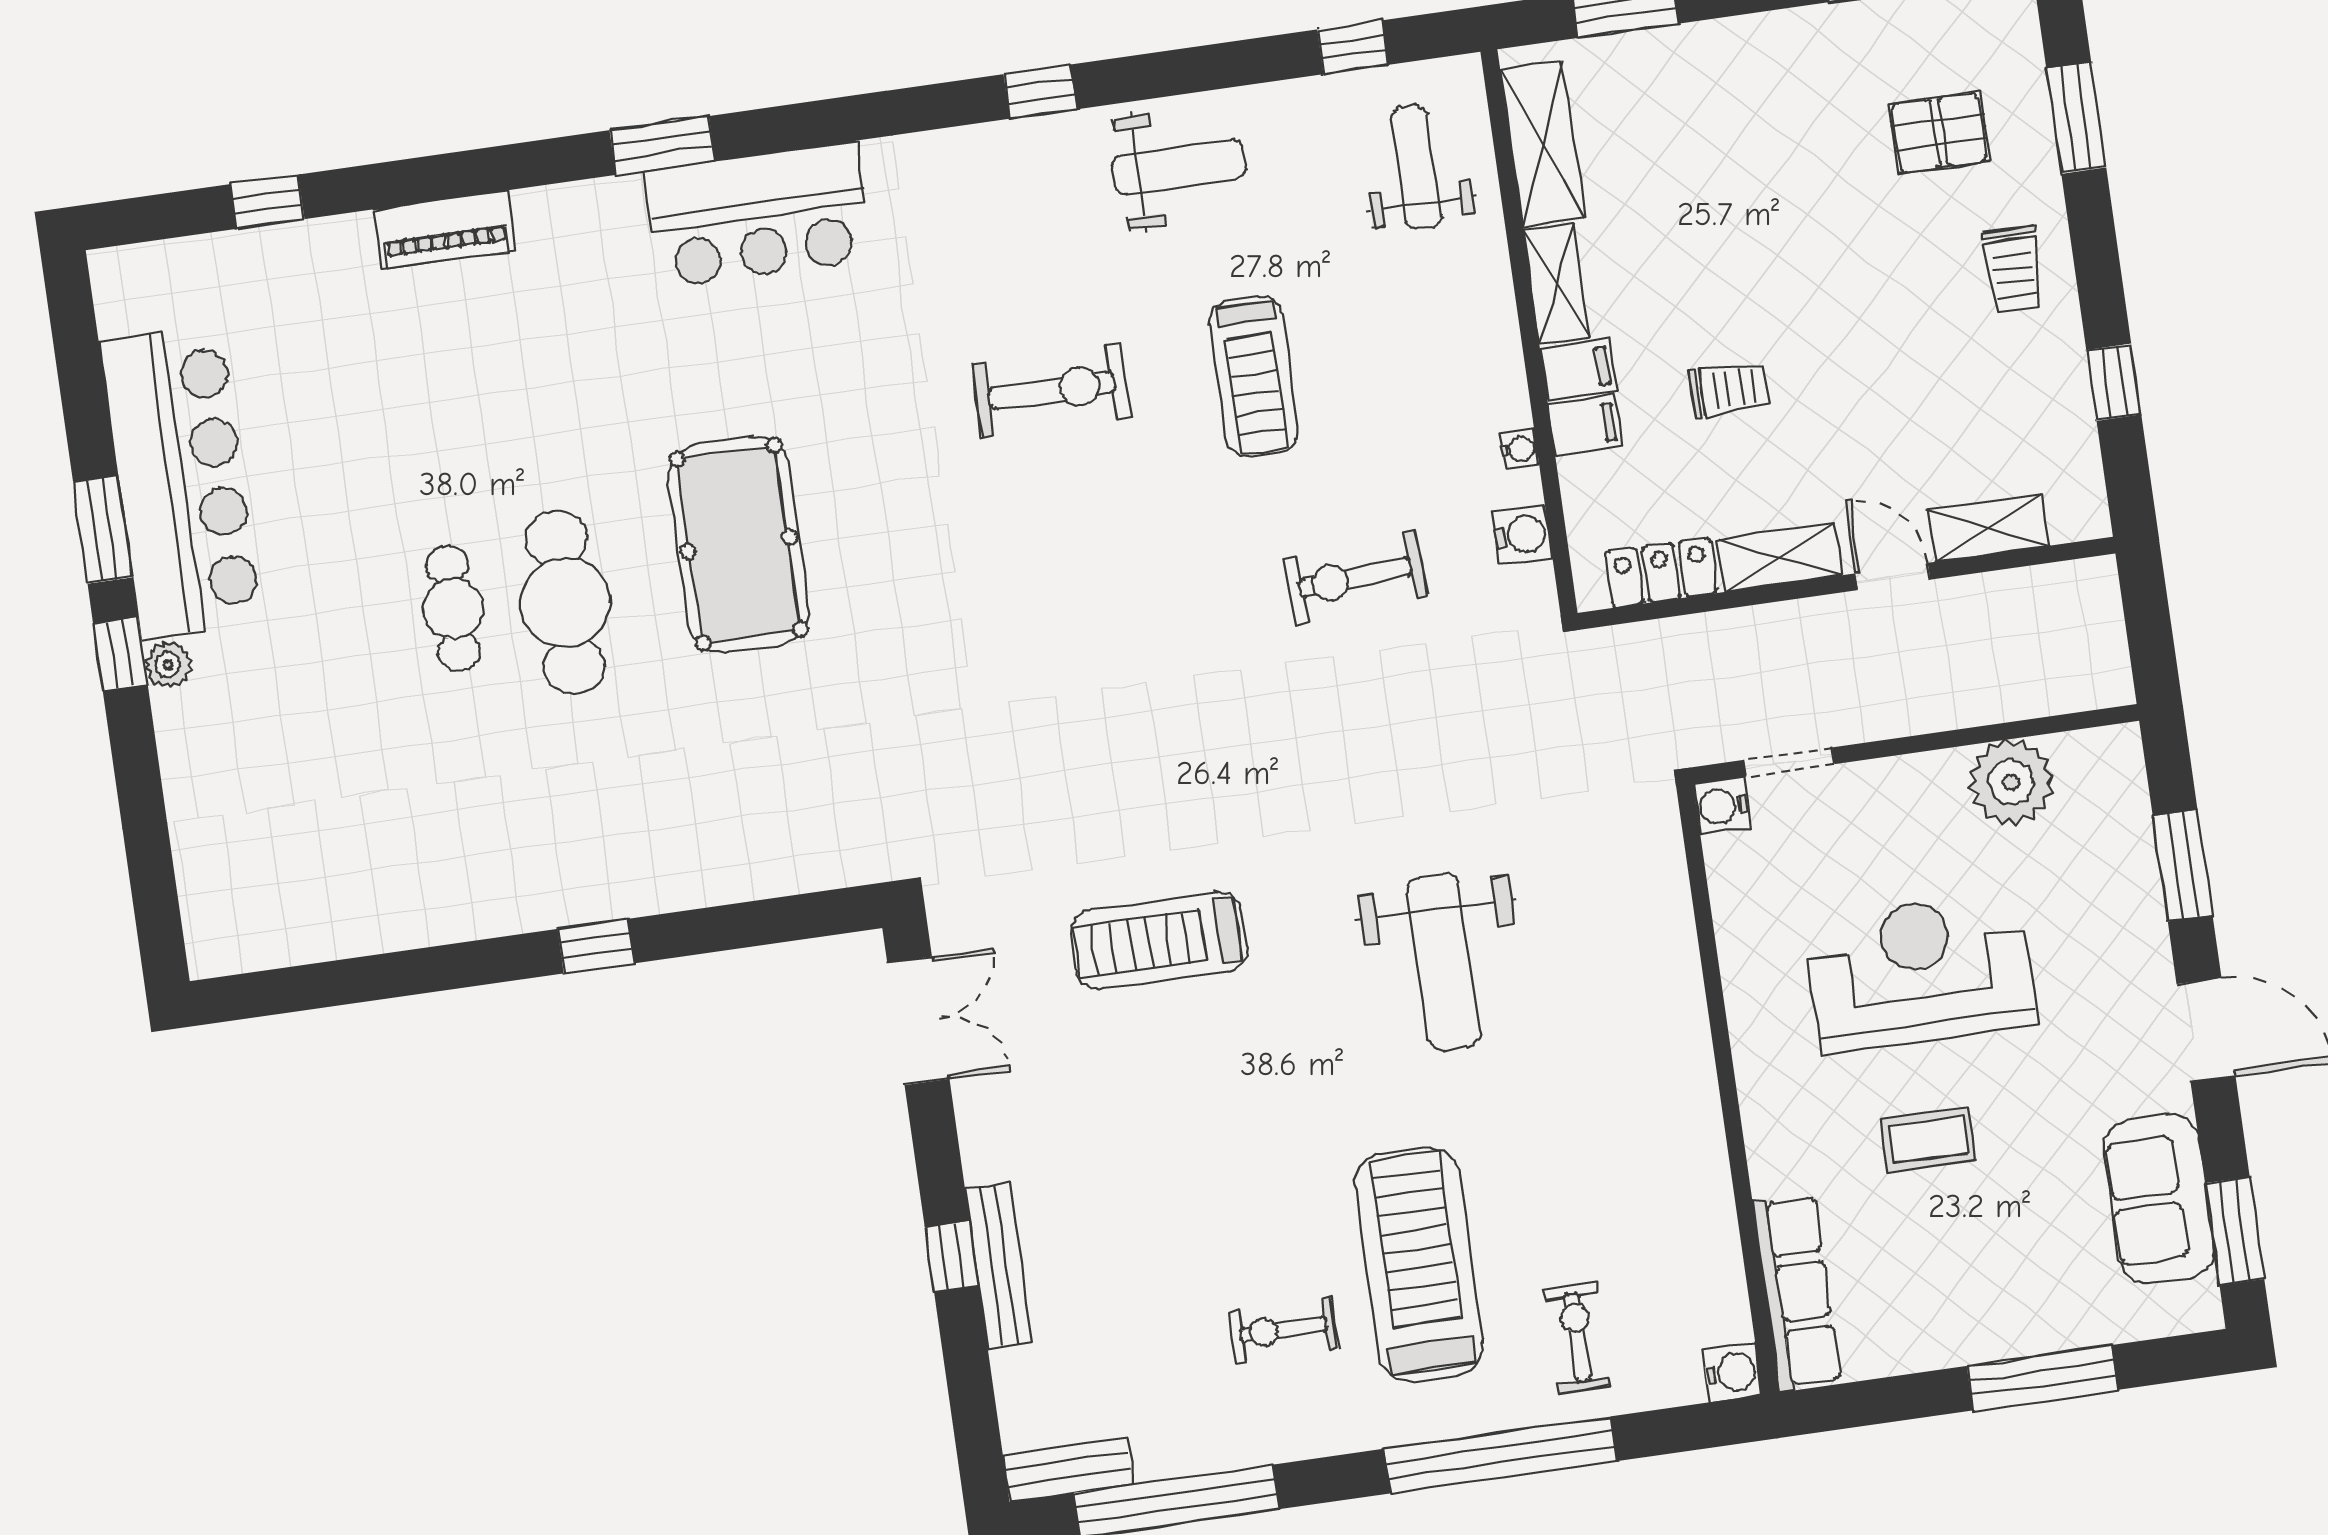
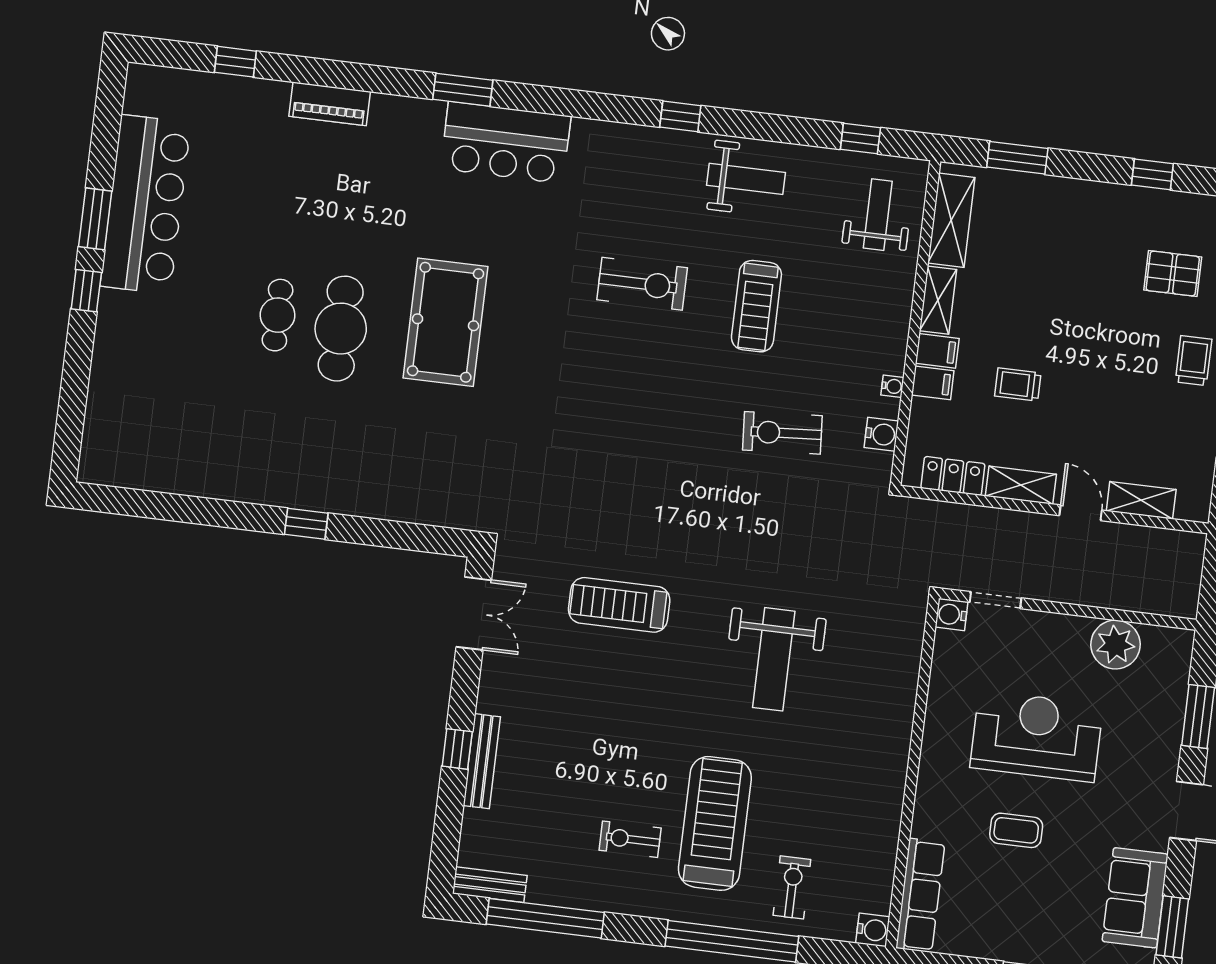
trolley: (2013, 269) -> (1194, 361), turned 180
trolley: (1729, 389) -> (1018, 384), turned 180
plant: (168, 665) -> (111, 304), removed

